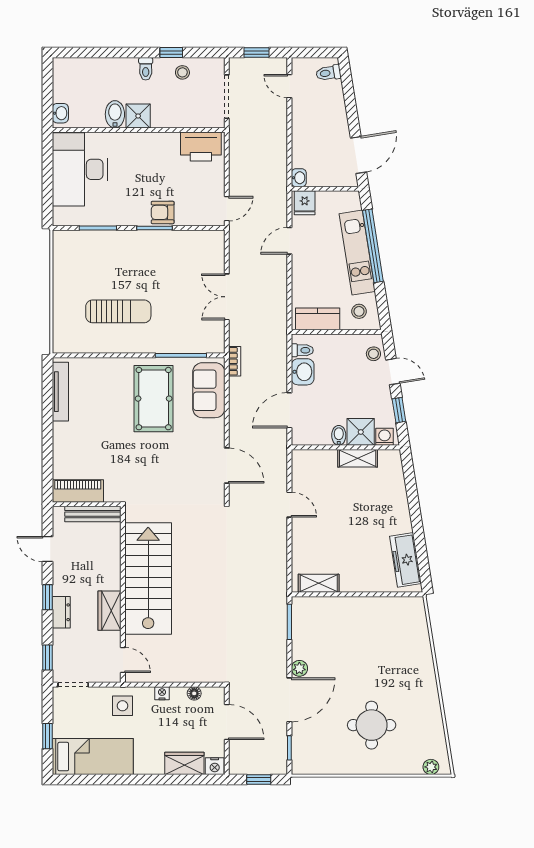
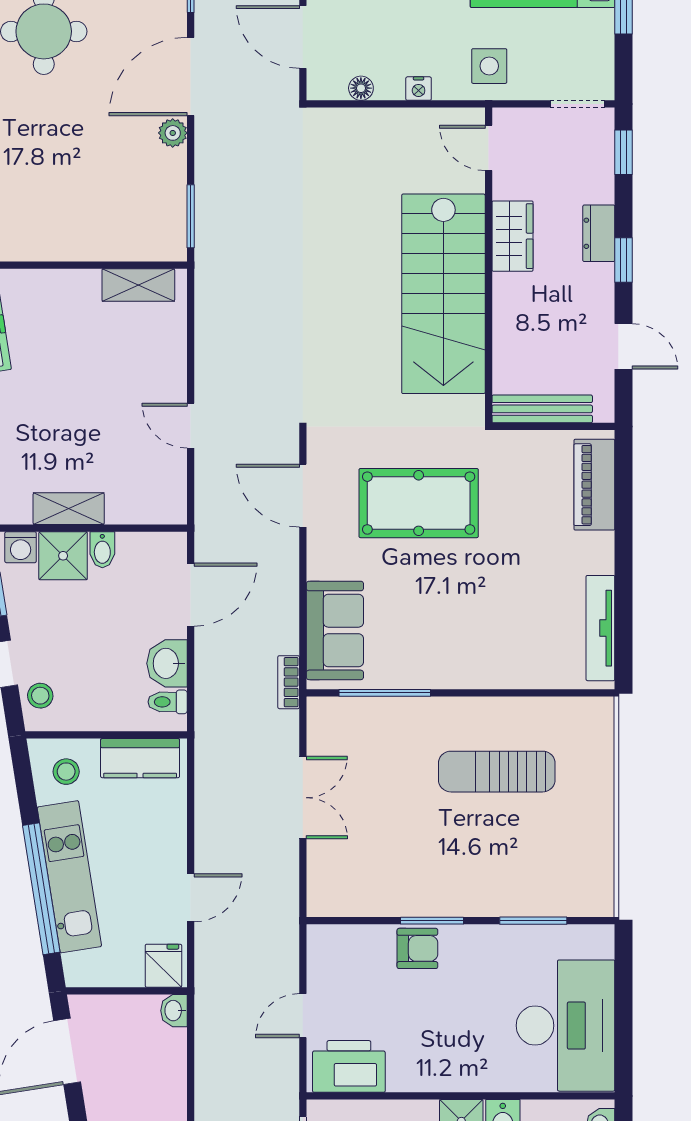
door: (227, 209) -> (303, 1016), moved
pool table: (154, 399) -> (419, 503), moved, turned 90
piano: (78, 491) -> (594, 485), moved, turned 90

